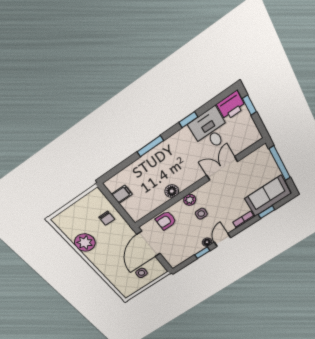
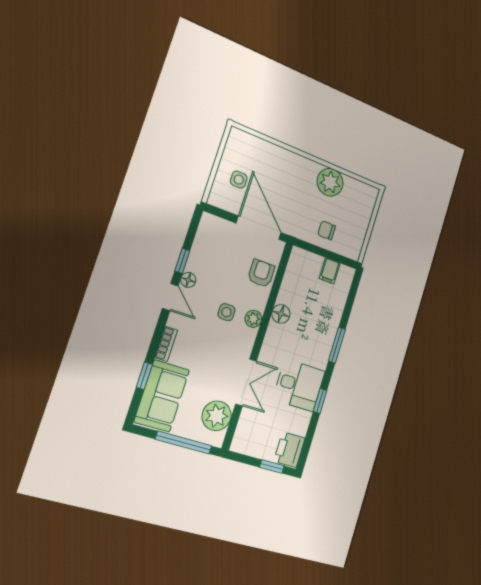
desk: (210, 130) -> (299, 385), moved
plant: (252, 163) -> (217, 416), added

